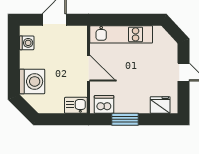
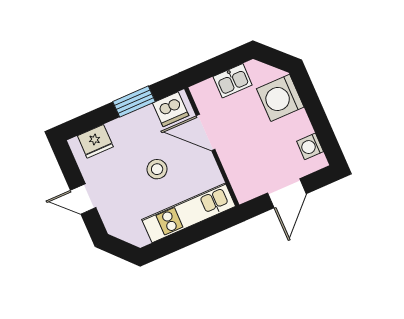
door: (88, 68) -> (206, 132), moved
stool: (129, 71) -> (157, 169), added
kitchen sink: (76, 105) -> (233, 81), moved

